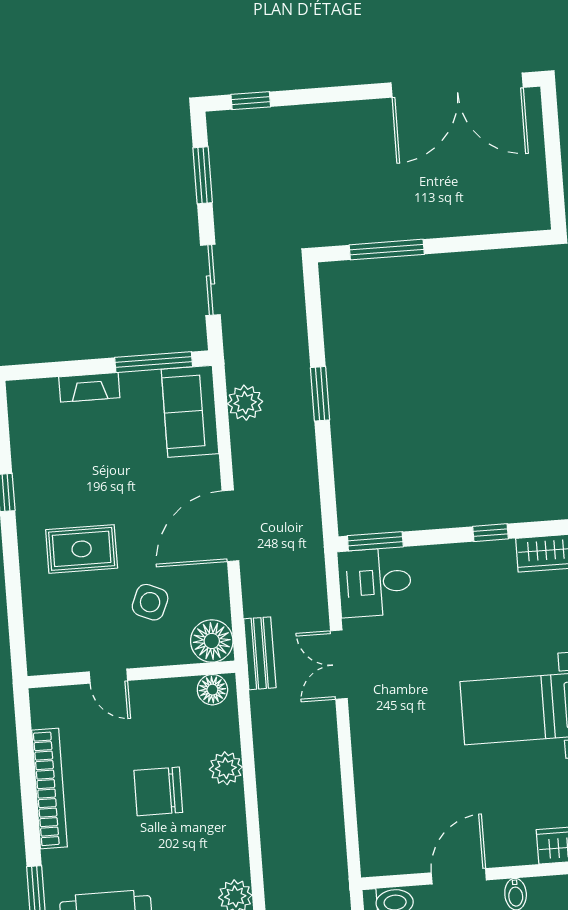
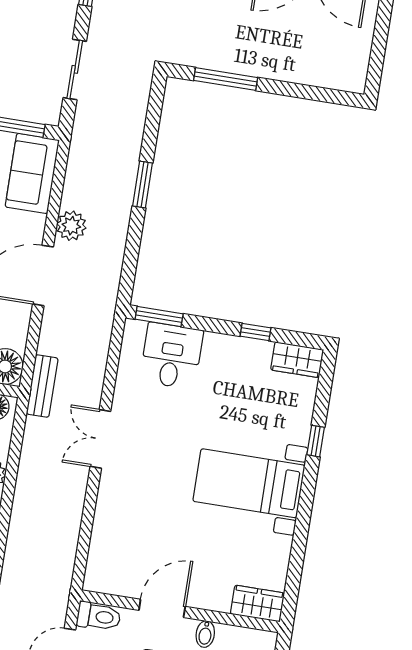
plant: (245, 403) -> (71, 226), moved
desk: (375, 582) -> (171, 356), moved, turned 90
double door: (339, 665) -> (100, 439), moved

